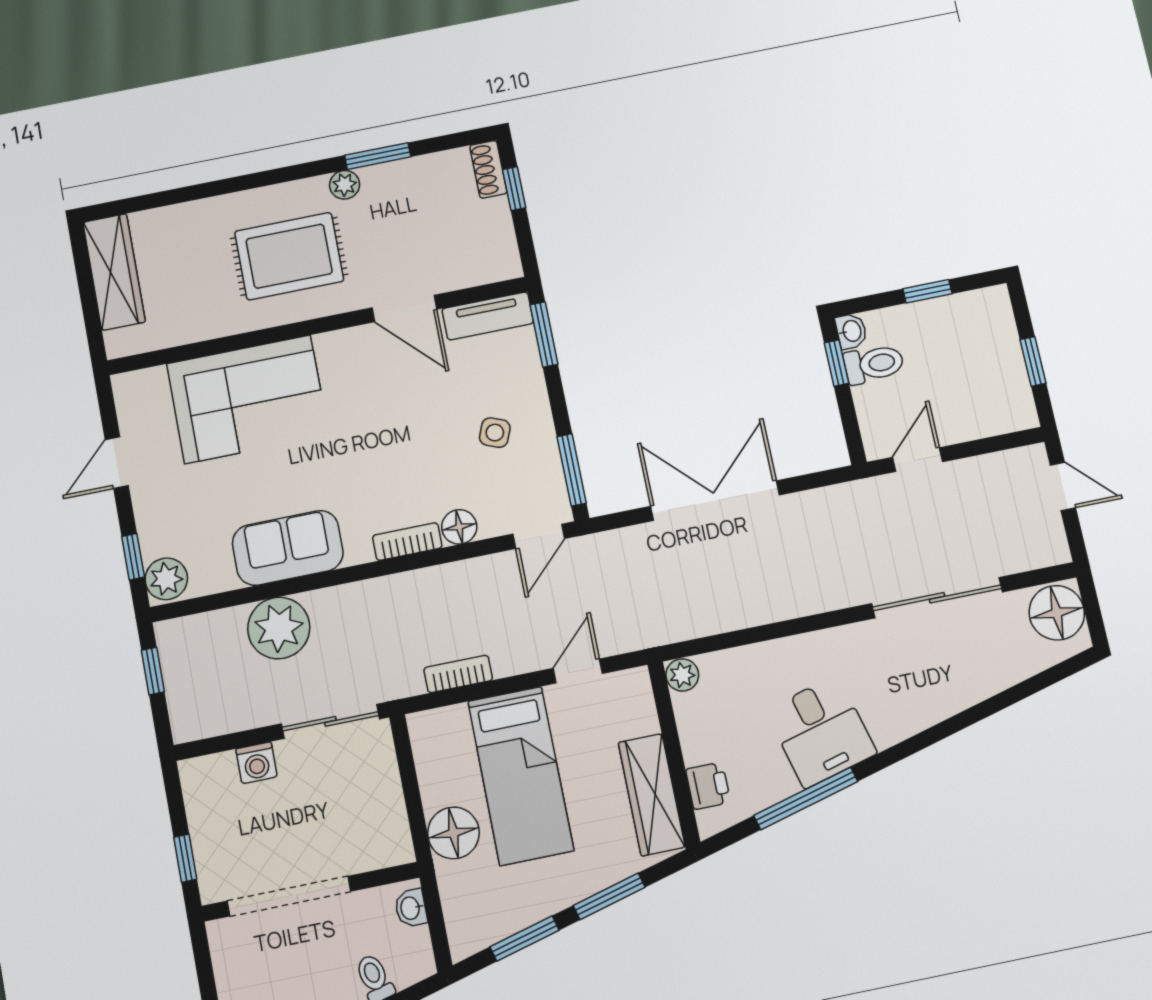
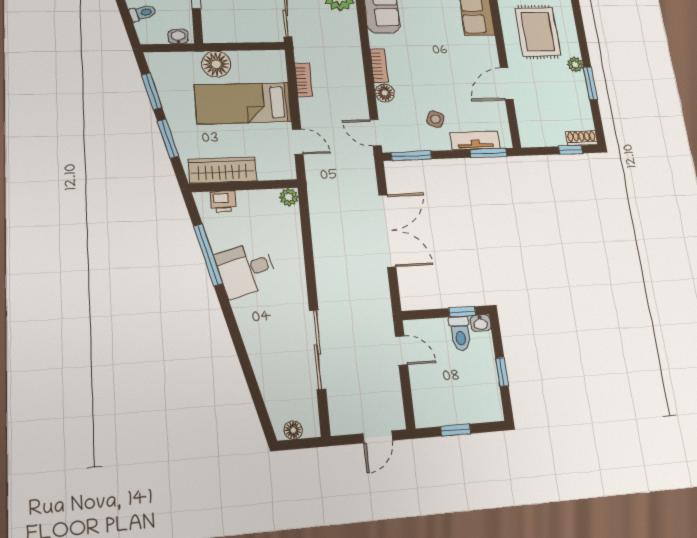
tv unit: (488, 316) -> (475, 140), moved, turned 90
floor lamp: (1057, 613) -> (293, 430), width x0.53, depth x0.53

